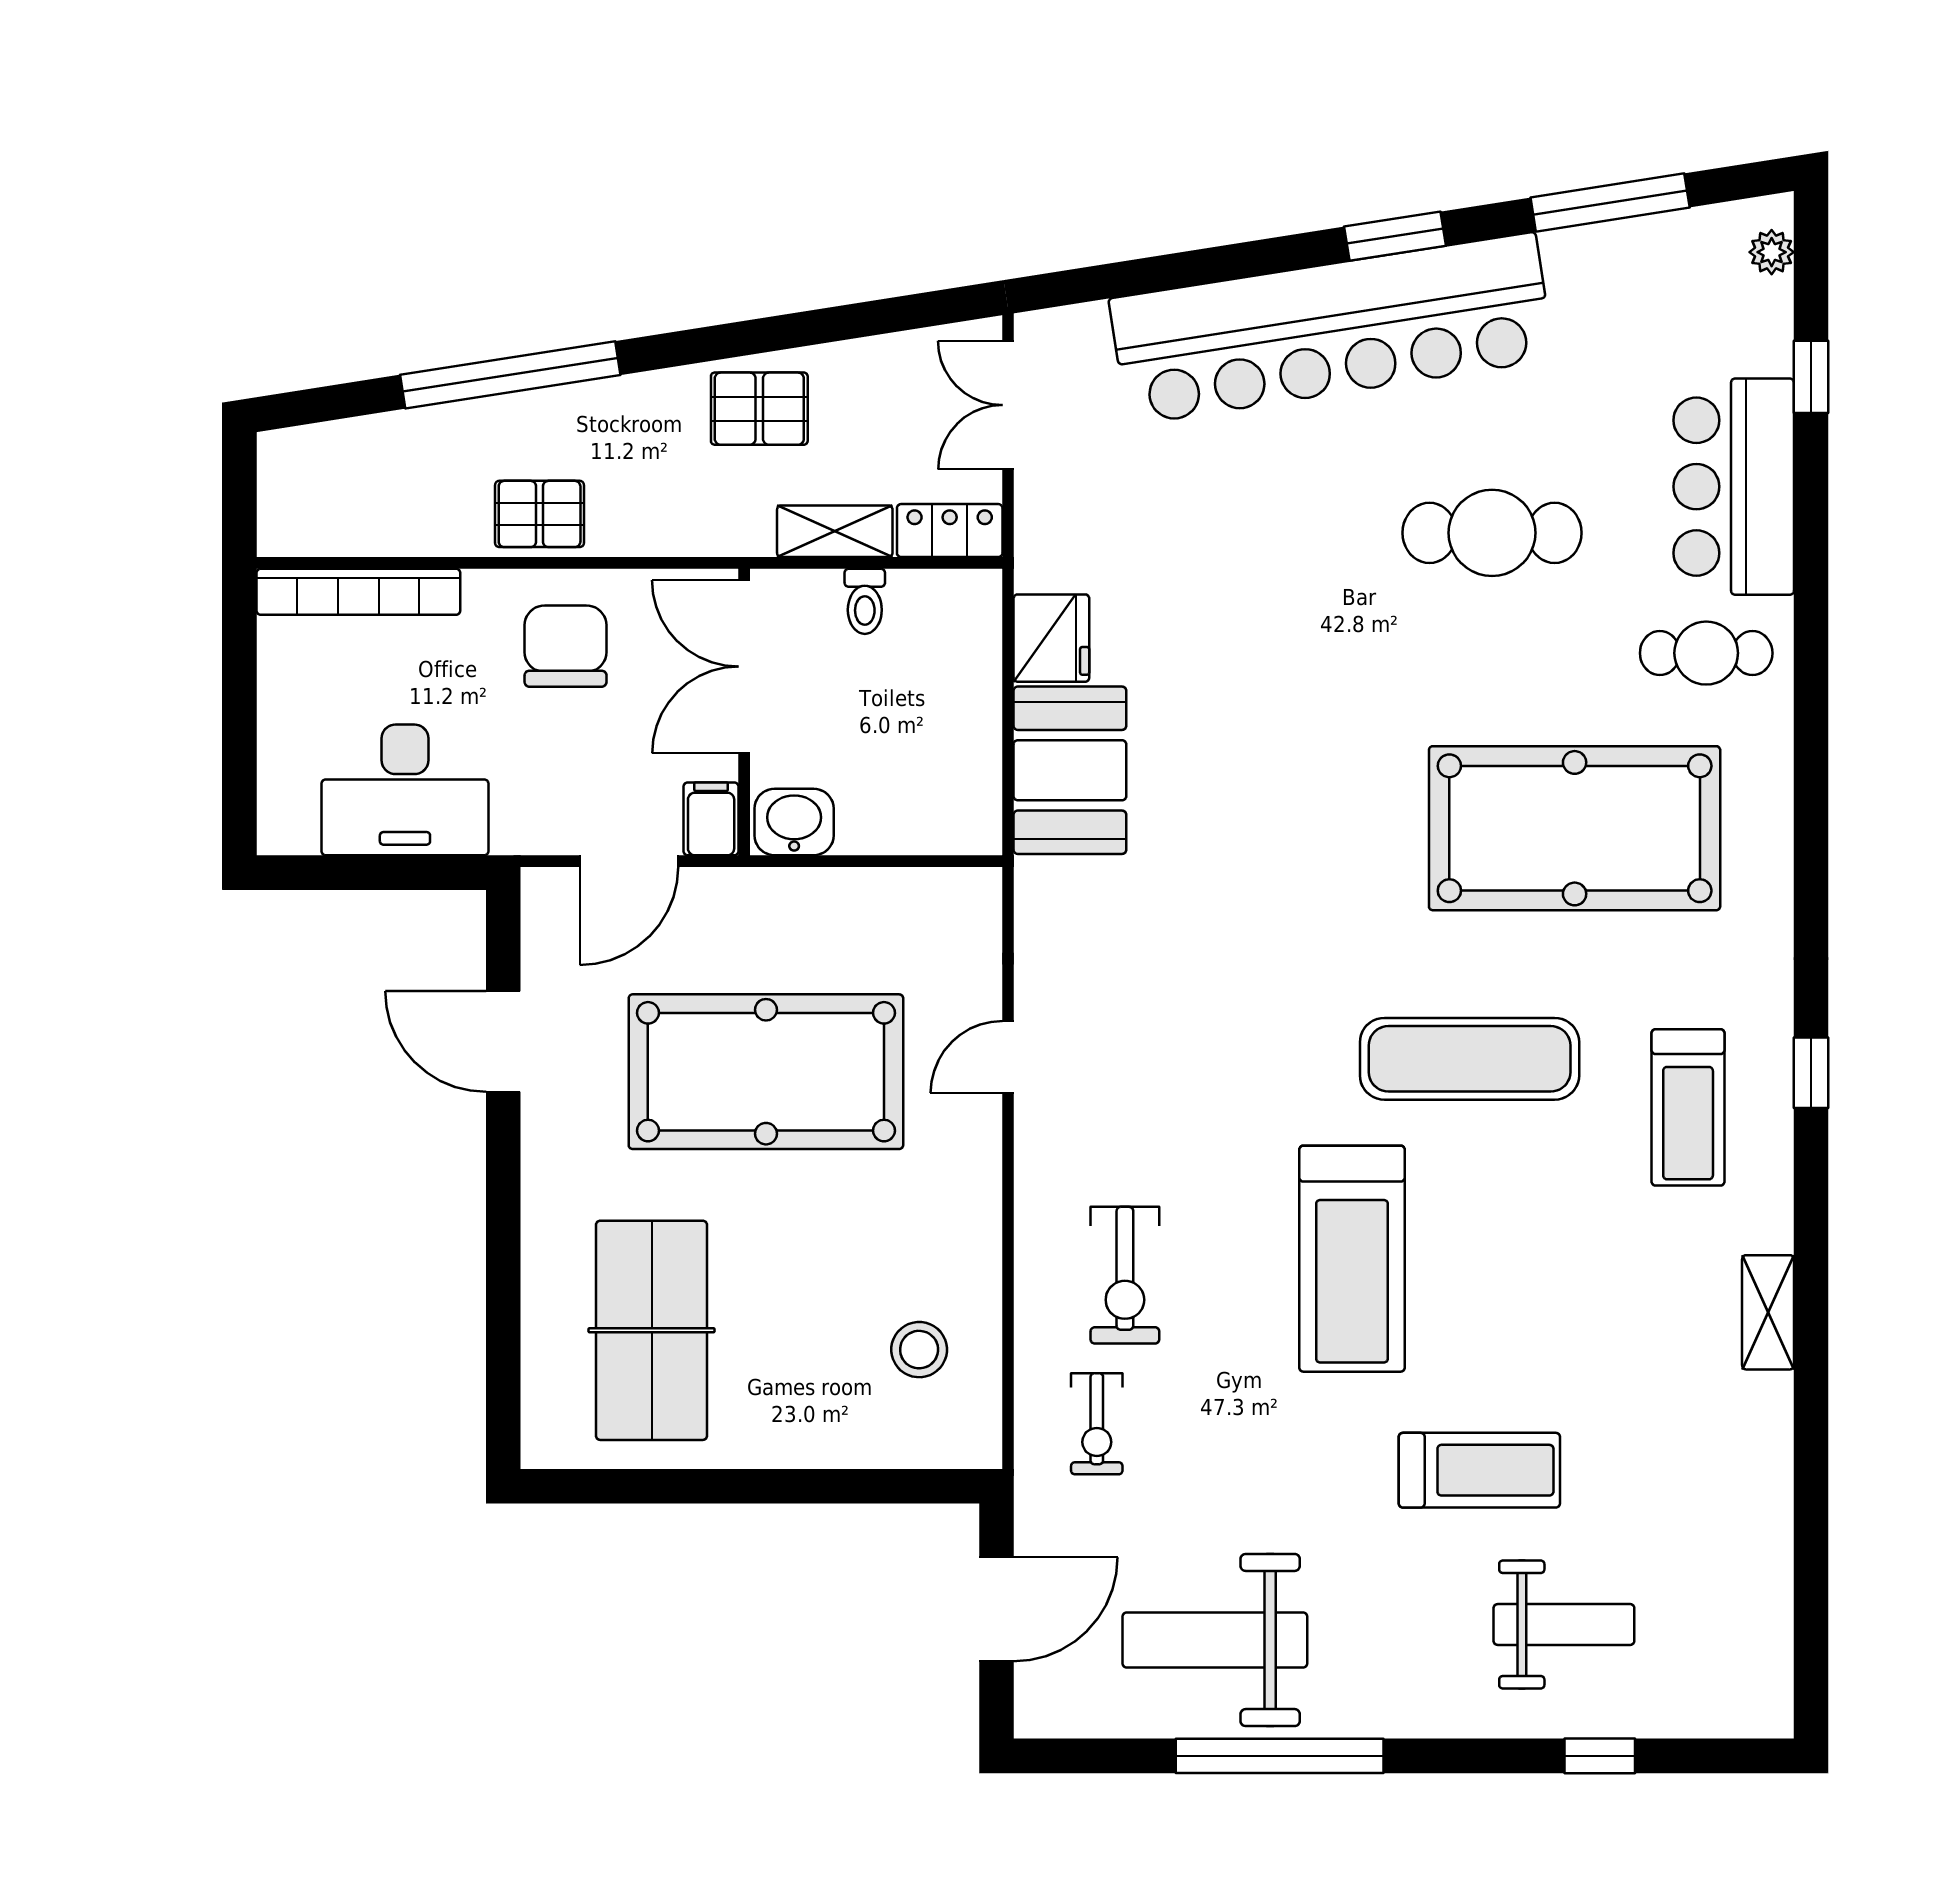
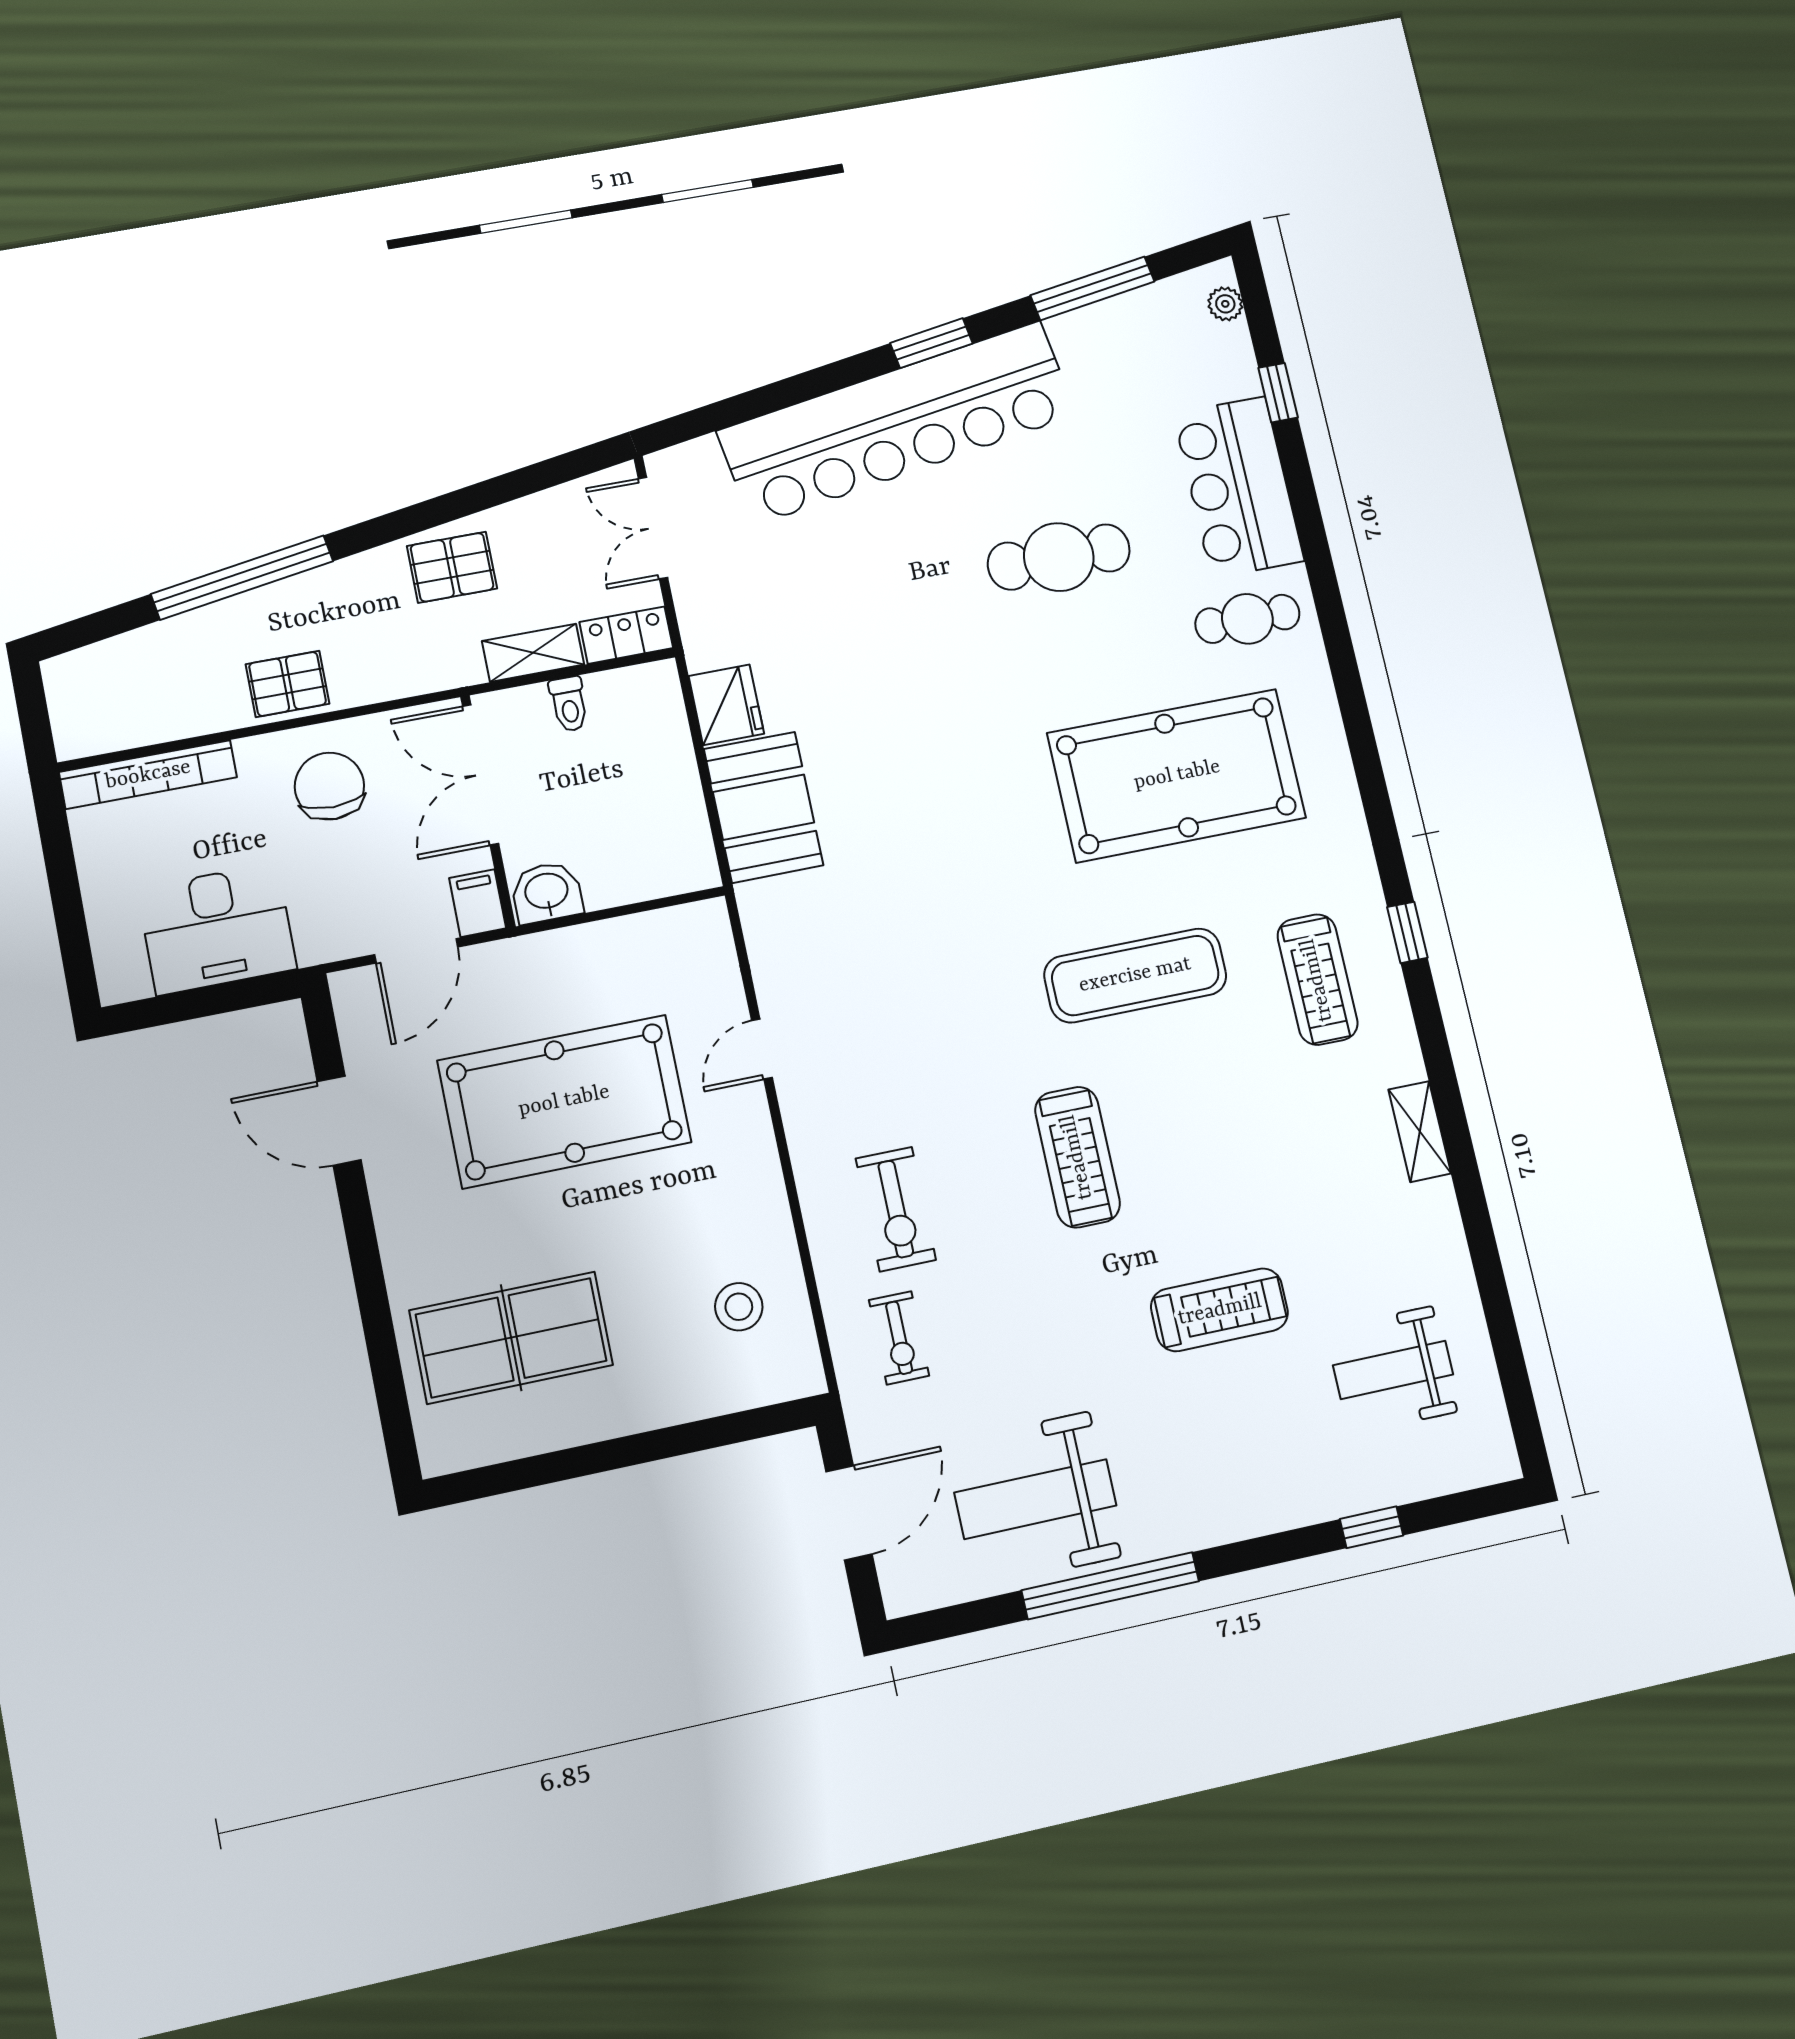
treadmill: (1352, 1259) -> (1077, 1157), width x0.73, depth x0.73
table tennis table: (652, 1330) -> (511, 1338), turned 90
weight bench: (1564, 1625) -> (1393, 1370), moved, turned 180

